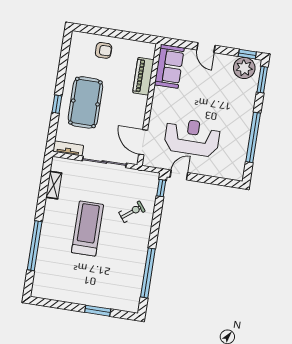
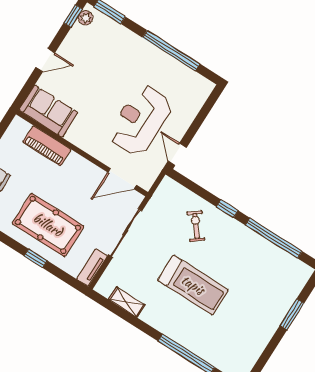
plant: (244, 68) -> (86, 18), width x0.53, depth x0.53
window: (161, 188) -> (227, 209), moved
treadmill: (87, 229) -> (193, 285), turned 180

